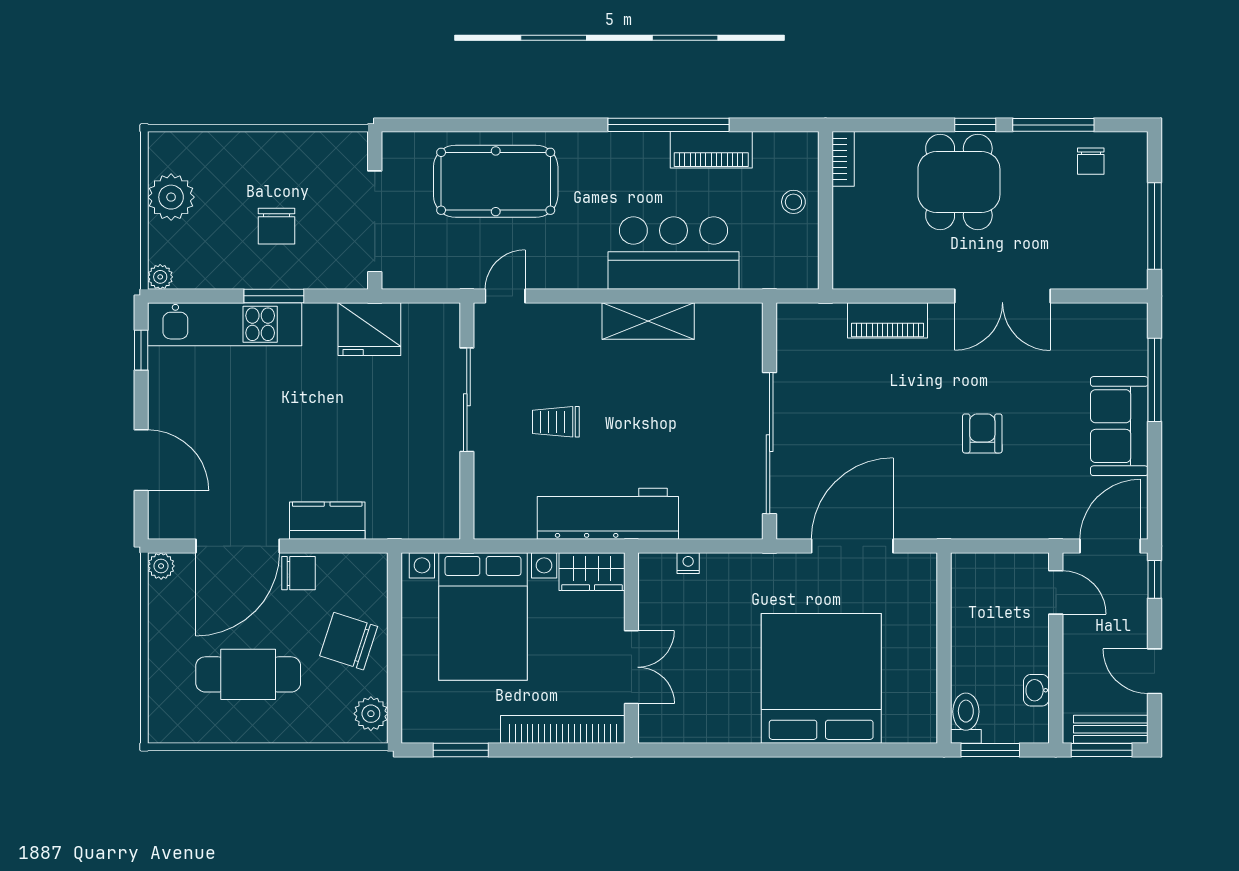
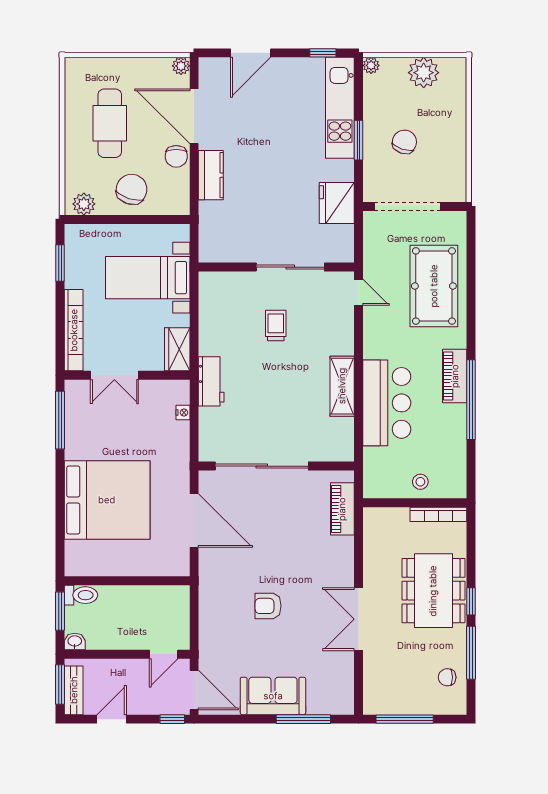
piano: (711, 150) -> (455, 376), moved
bookcase: (843, 159) -> (438, 514), width x1.56
dining table: (959, 182) -> (433, 591), width x1.37
chair: (277, 226) -> (404, 142), turned 109
piano: (887, 320) -> (342, 509), moved
armchair: (982, 433) -> (268, 606), turned 180
workbench: (608, 514) -> (211, 381), width x0.53, depth x0.76
bed with nightstands: (483, 617) -> (148, 278), width x0.73
washbasin: (1036, 690) -> (75, 641), moved
window: (700, 750) -> (60, 420), added

